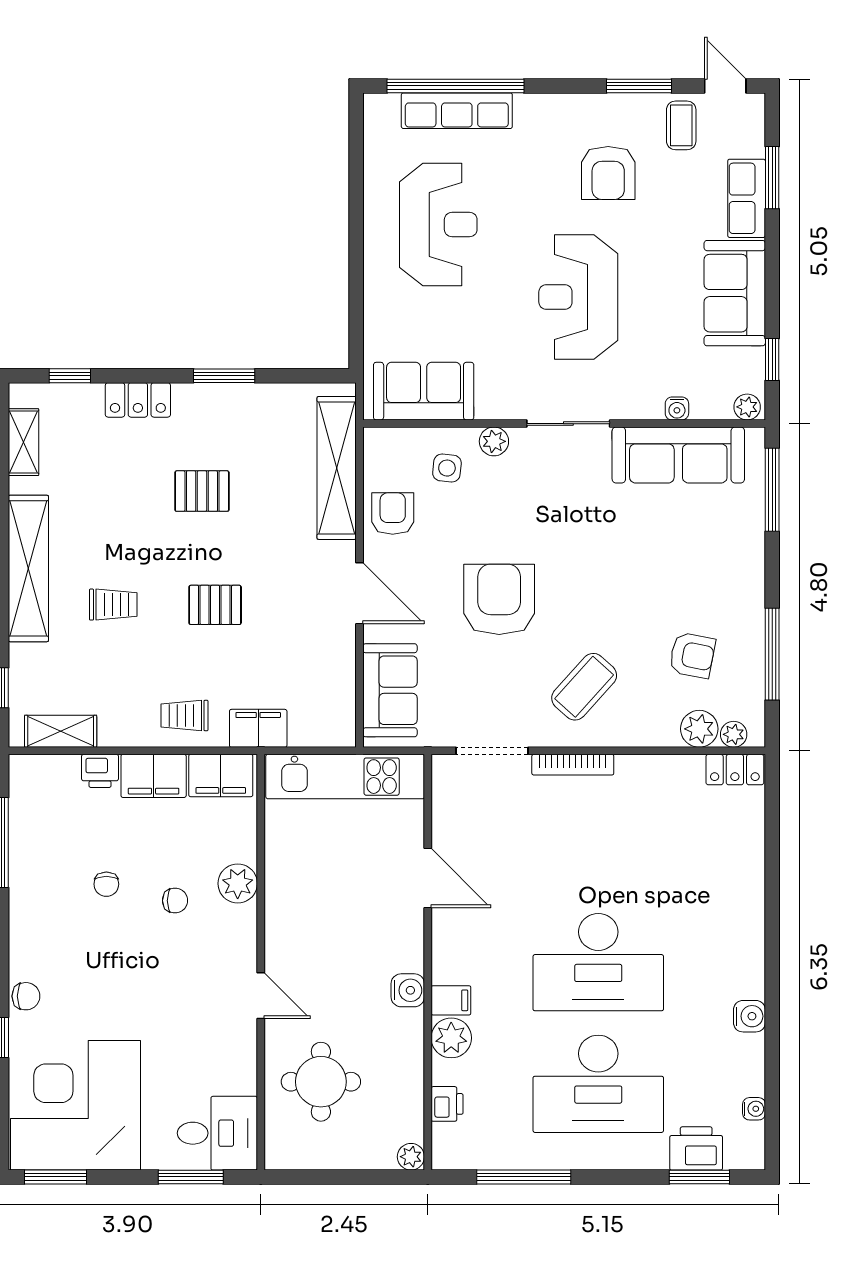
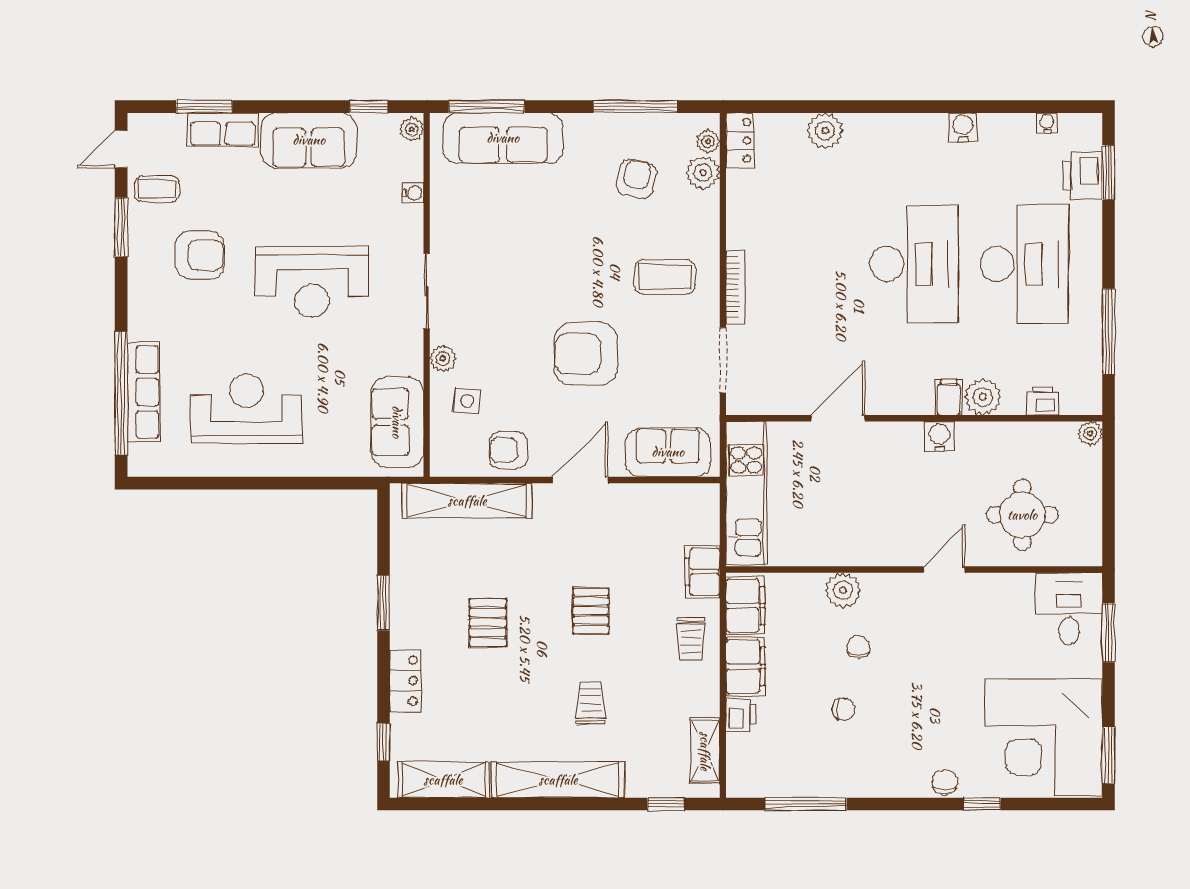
shelving: (23, 442) -> (443, 780), width x1.50, depth x1.33
sofa: (678, 455) -> (503, 138), moved, turned 90
coffee table: (584, 687) -> (665, 277), turned -42
plant: (746, 864) -> (825, 131), added

